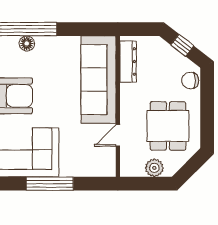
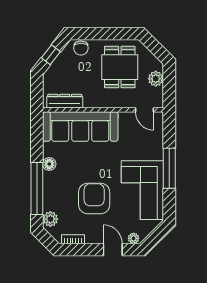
floor lamp: (27, 43) -> (49, 164), moved
dining table: (168, 126) -> (120, 67), turned 90
door: (118, 135) -> (145, 110), moved

